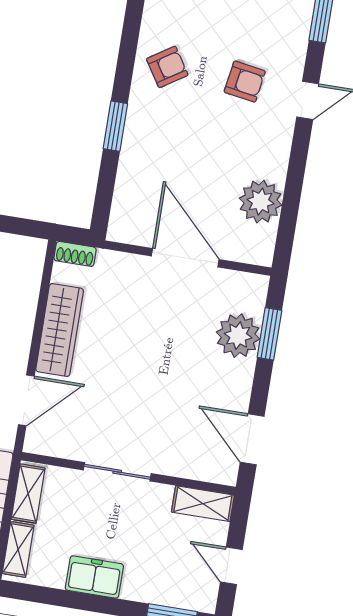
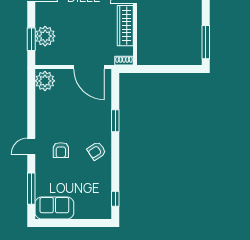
armchair: (245, 82) -> (61, 150), turned -99
plant: (260, 202) -> (45, 81), moved
door: (185, 258) -> (89, 67), moved

